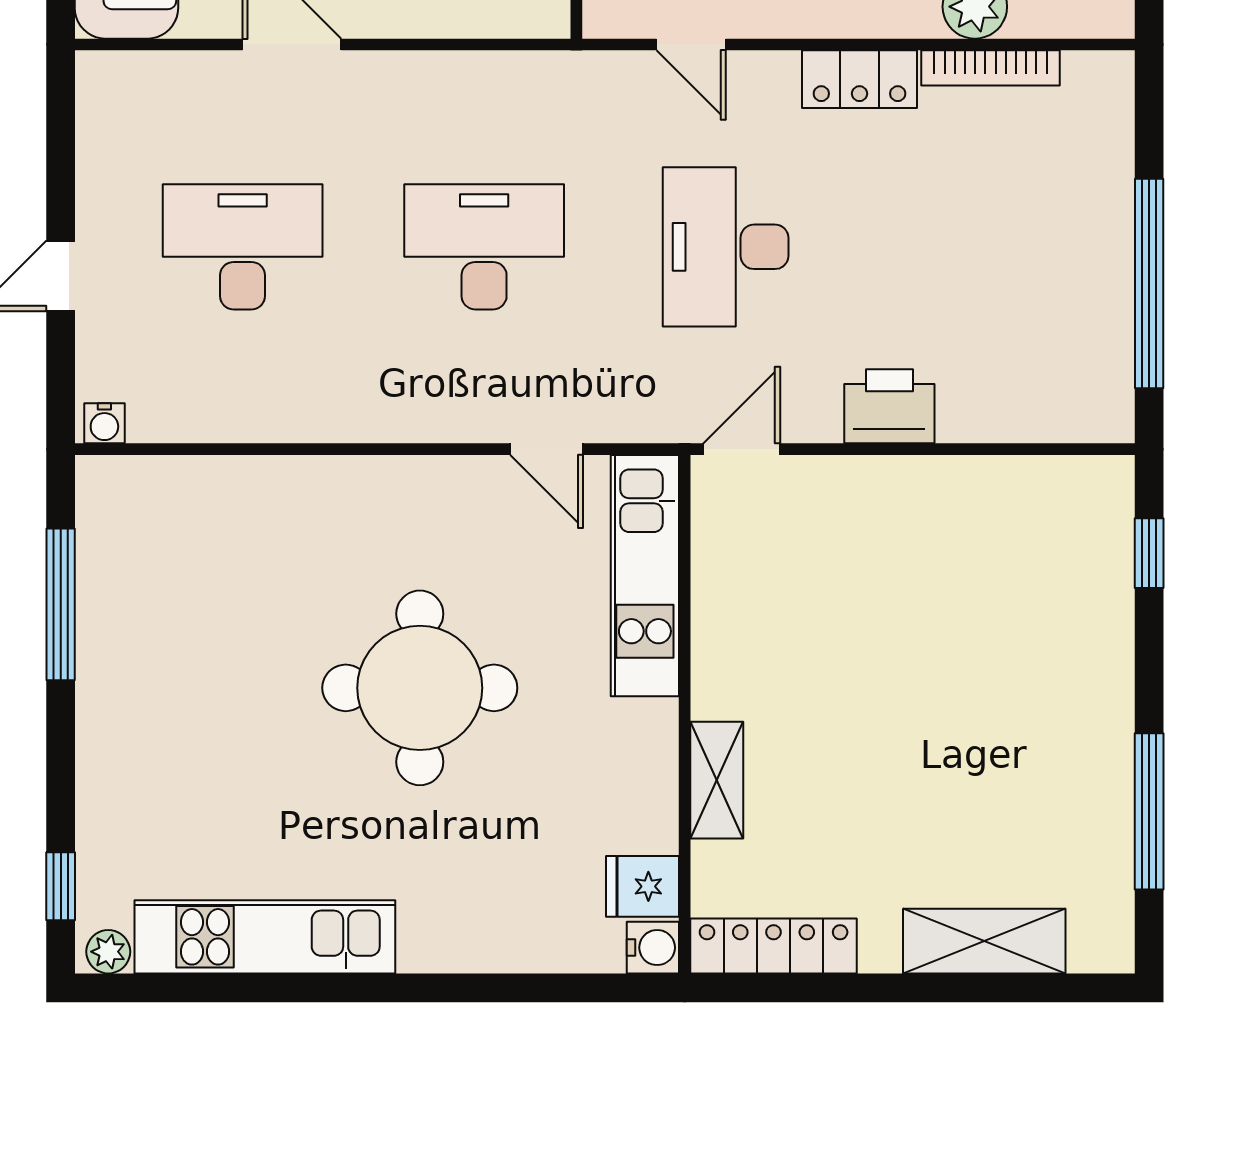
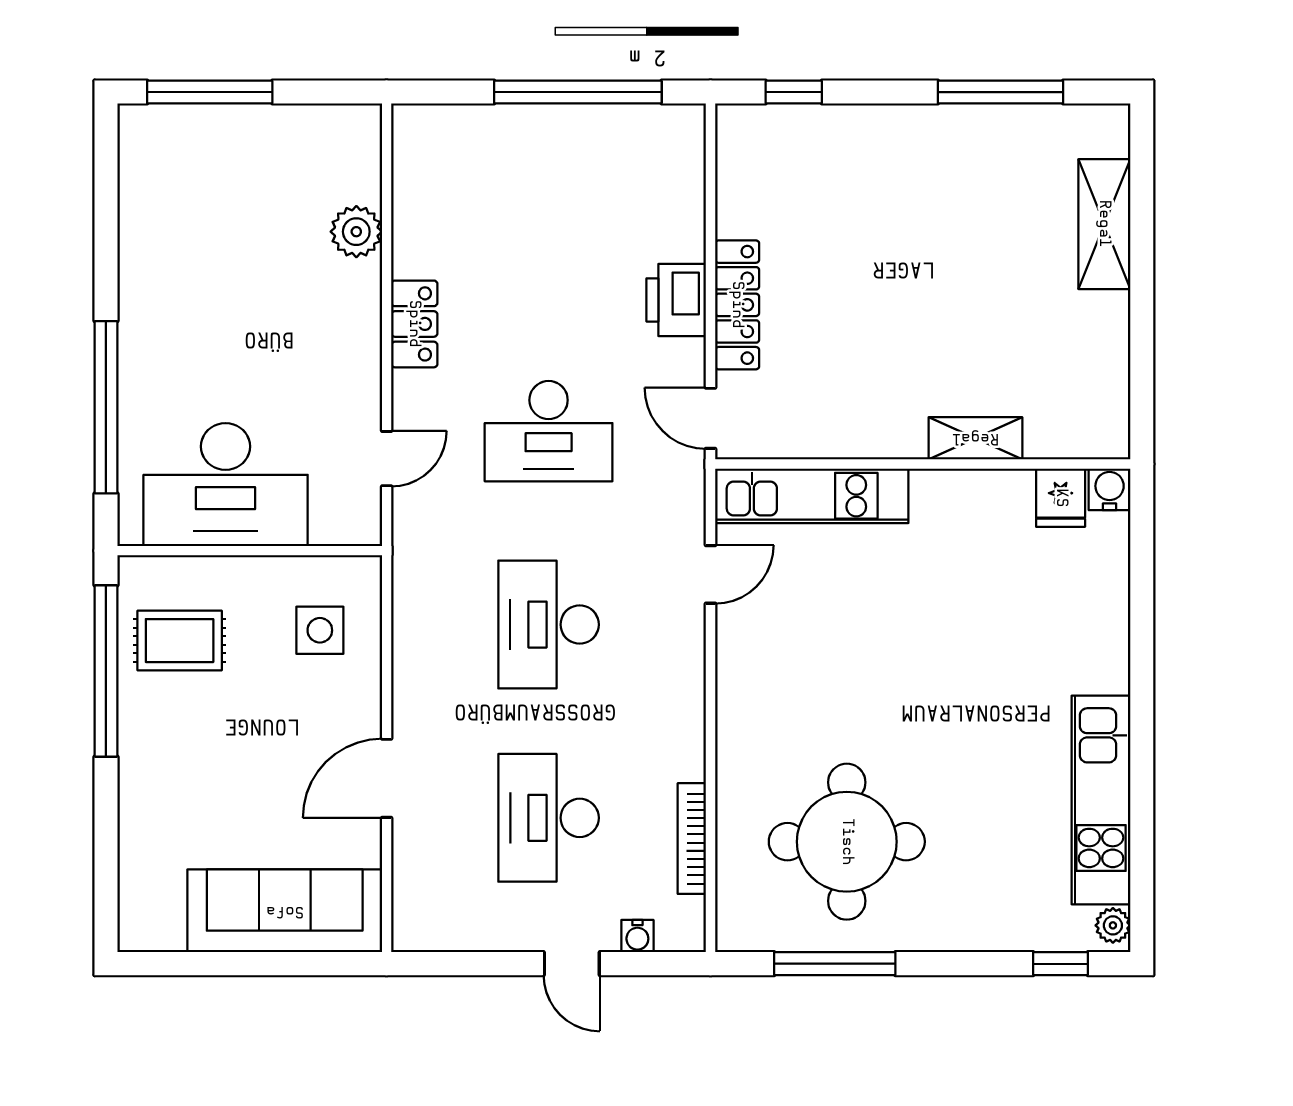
bookcase: (991, 68) -> (692, 839), moved, turned 180
water cooler: (104, 423) -> (637, 936), moved, turned 90
round table: (420, 688) -> (847, 842), moved
locker: (774, 946) -> (737, 305), moved, turned 180

